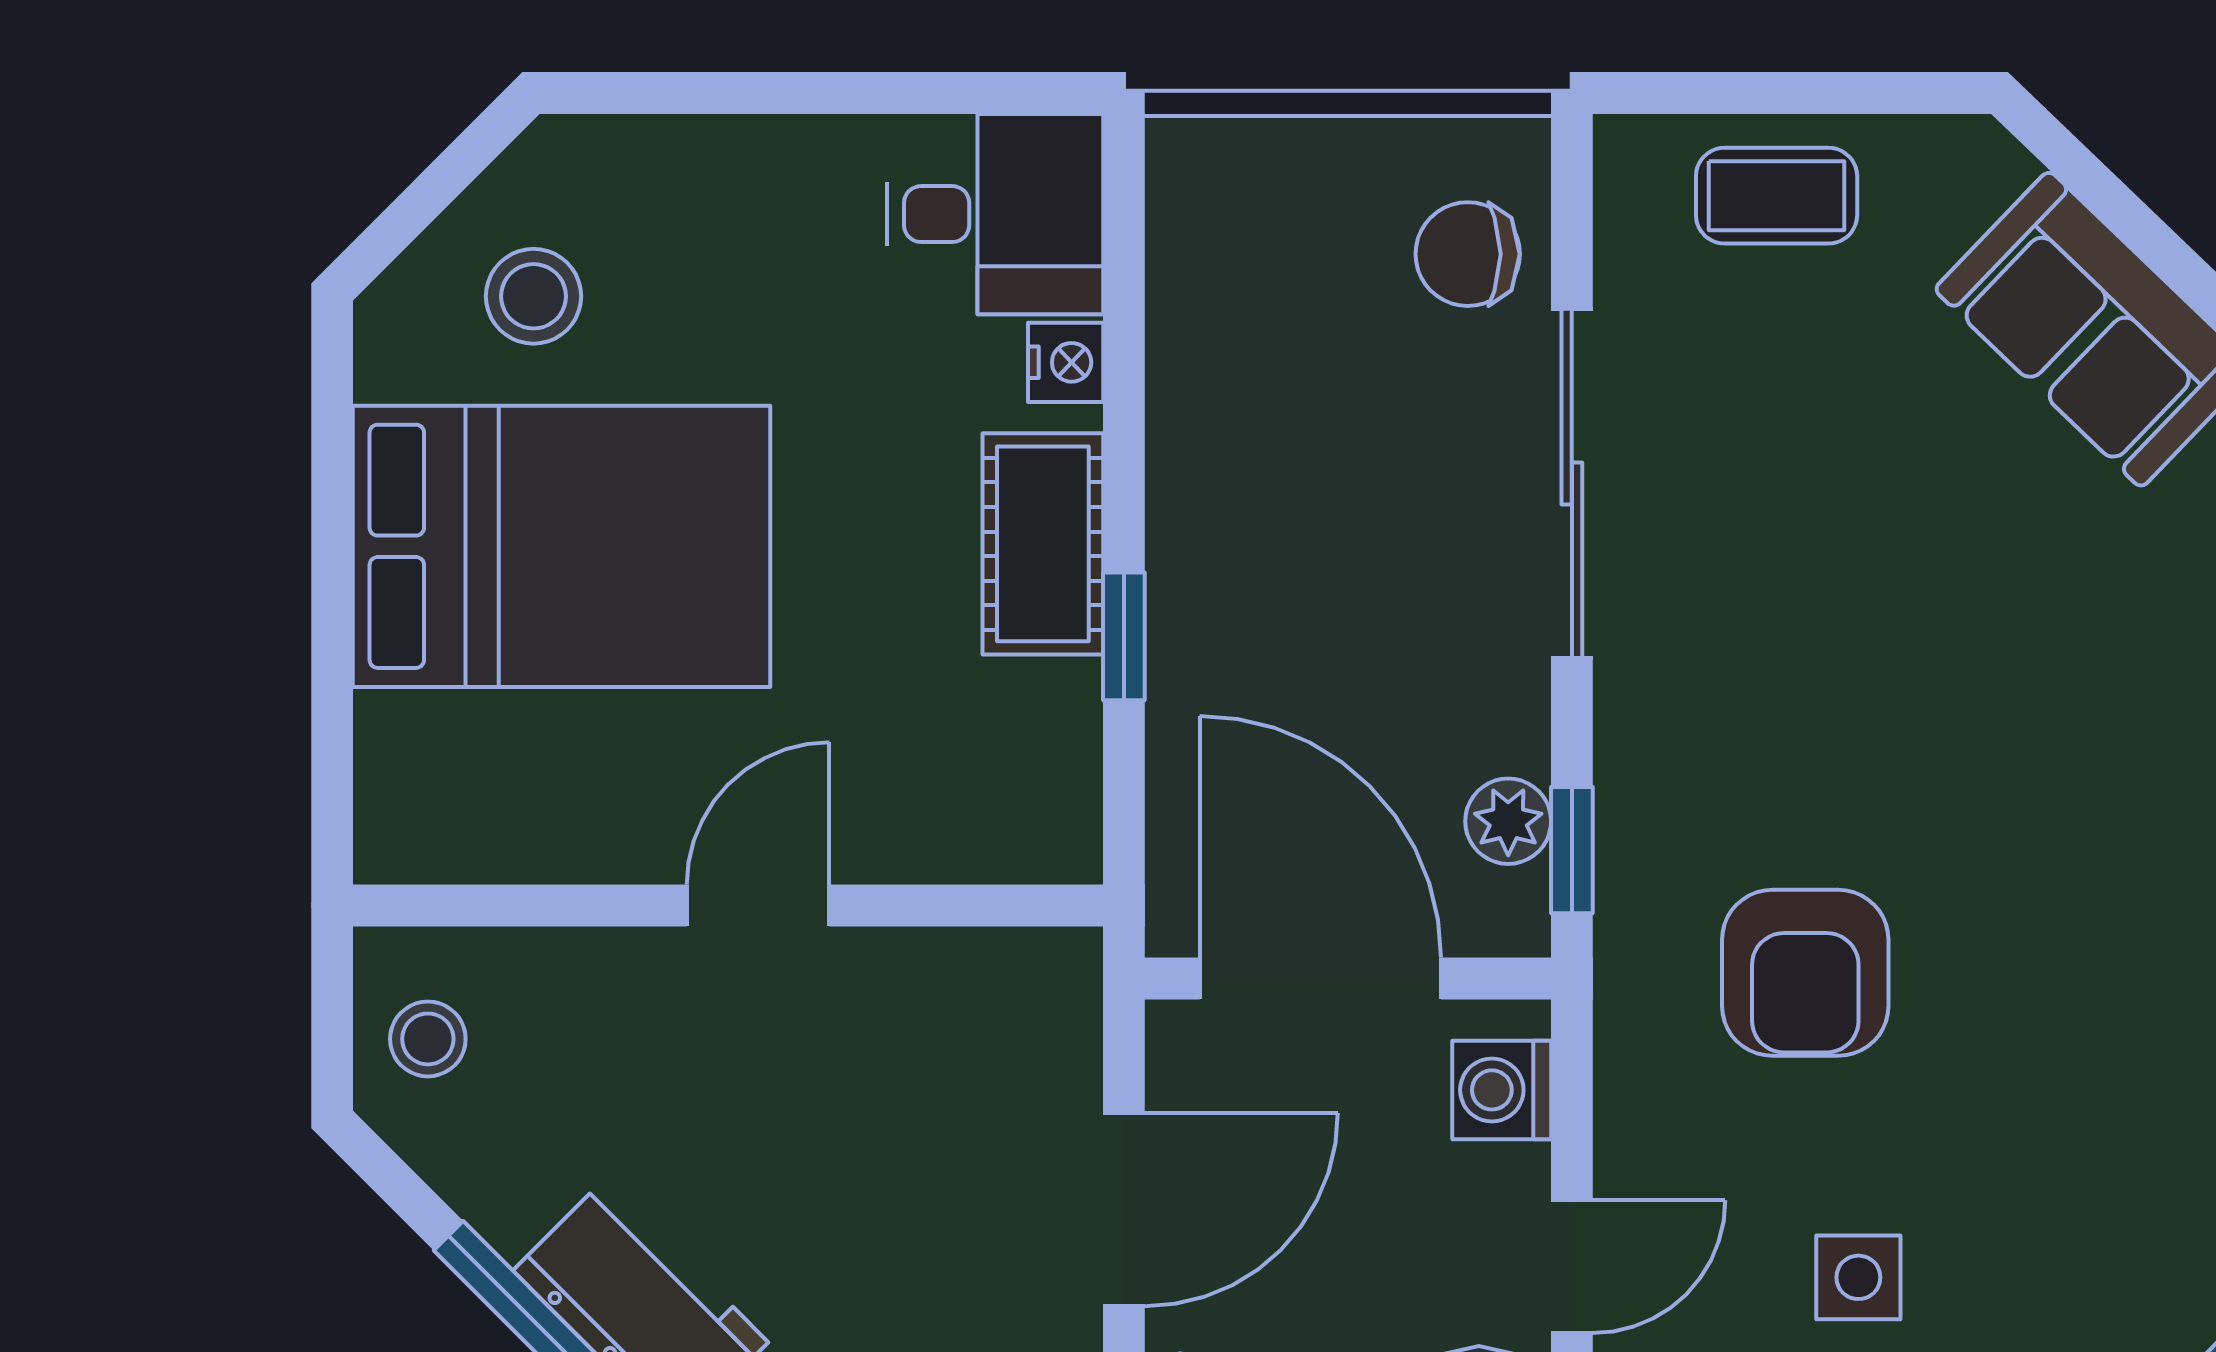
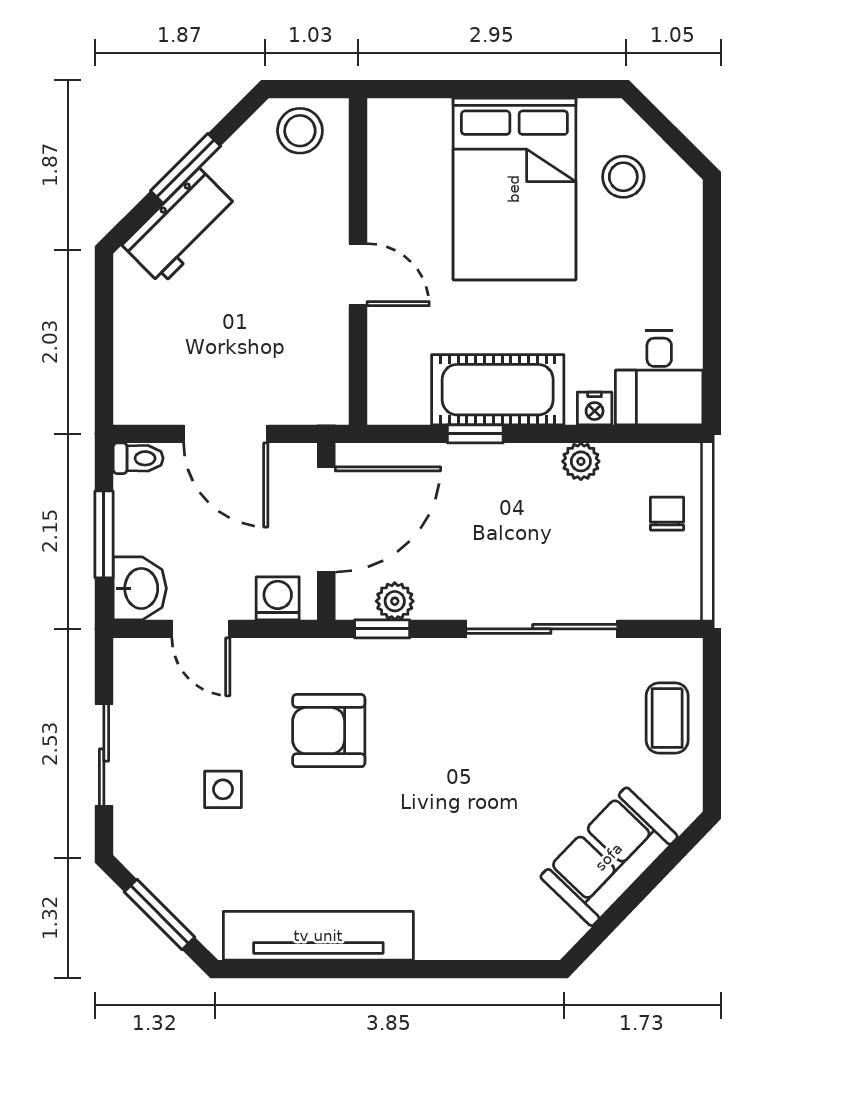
chair: (1468, 254) -> (667, 514), moved, width x0.73, depth x0.73
plant: (1187, 394) -> (581, 461), added
cot: (1043, 544) -> (498, 390), width x1.37, depth x1.34
stool: (428, 1039) -> (300, 131), width x1.37, depth x1.37
side table: (1858, 1277) -> (223, 789), moved

